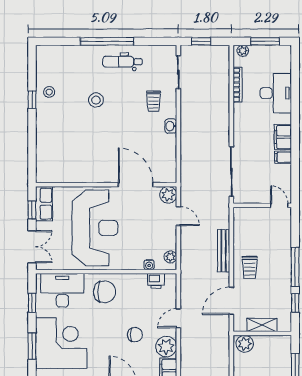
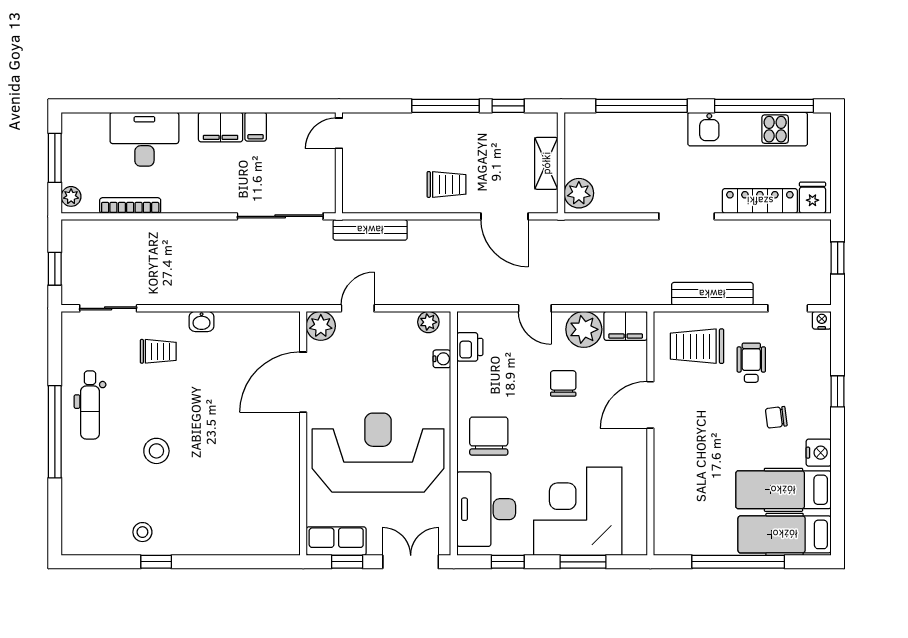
bench: (224, 251) -> (370, 230), moved

